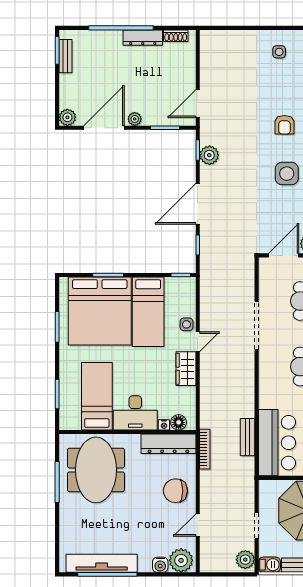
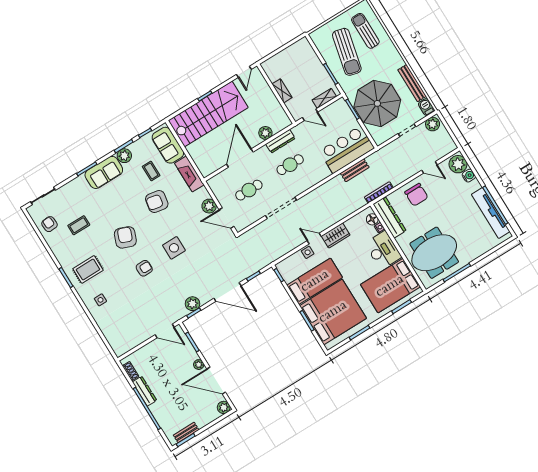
bed: (97, 396) -> (390, 286), width x1.50

